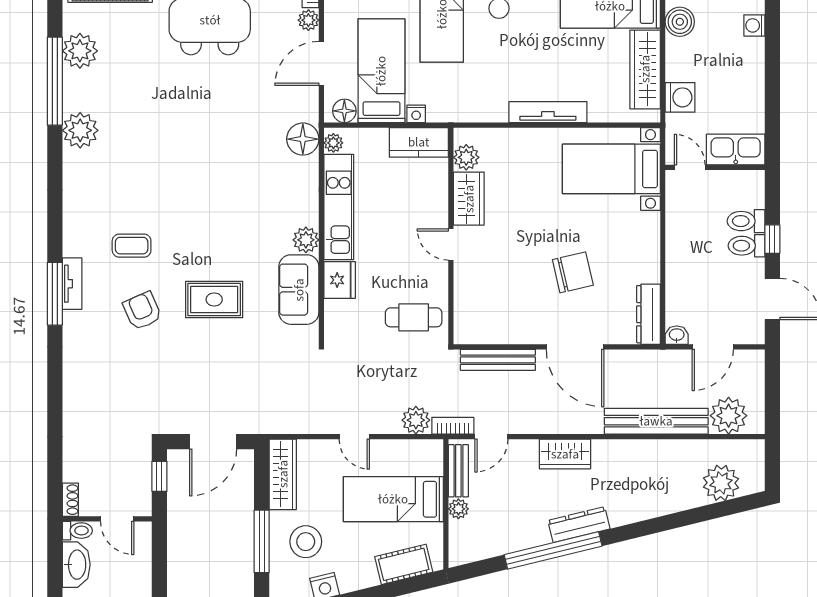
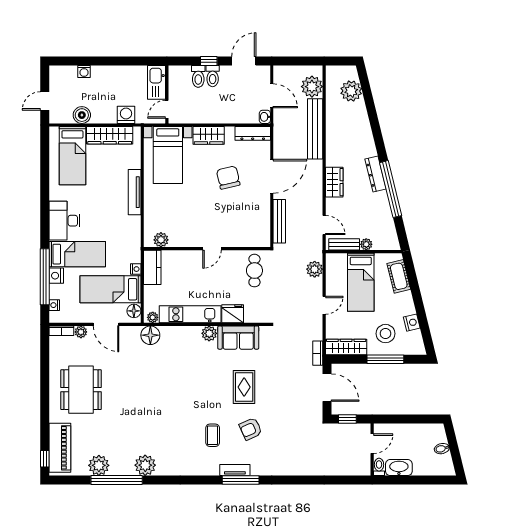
wardrobe: (469, 199) -> (209, 135), moved, turned 180
bookcase: (453, 426) -> (318, 353), moved
shoe rack: (70, 500) -> (361, 471), removed

